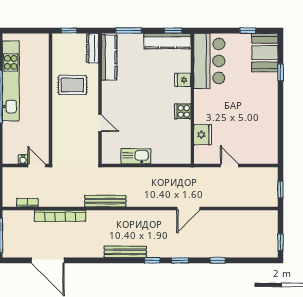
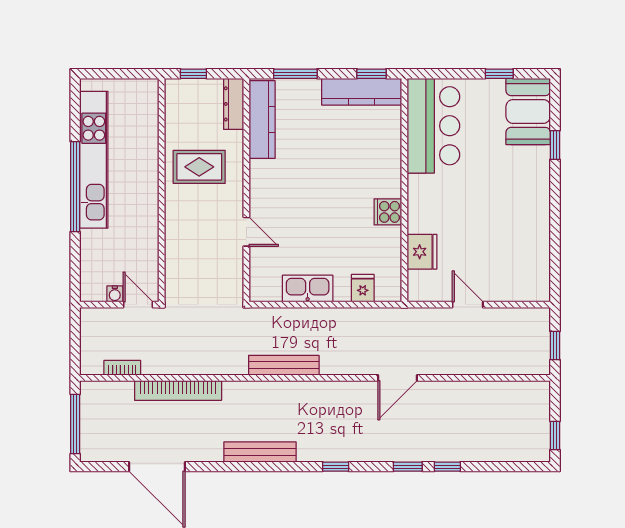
fridge: (183, 80) -> (363, 288), moved, turned 90
bench: (105, 201) -> (284, 365), moved
bench: (125, 252) -> (260, 452), moved
window: (180, 260) -> (408, 467), moved

